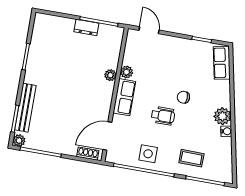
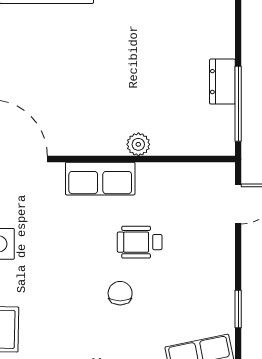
plant: (127, 72) -> (150, 174), removed
wheelchair: (163, 116) -> (140, 242), moved, turned 90

